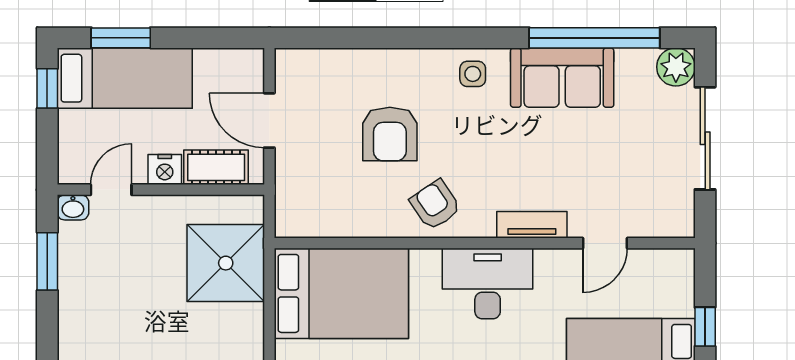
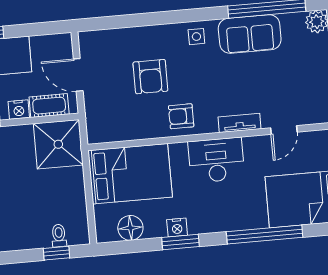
armchair: (435, 205) -> (181, 116), turned -56
shower: (226, 263) -> (58, 144), moved

